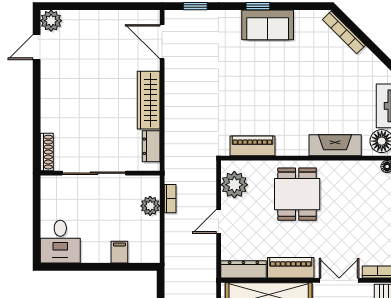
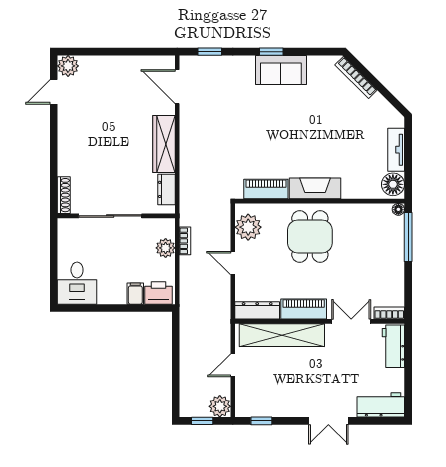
fireplace: (335, 145) -> (315, 188), moved
door: (219, 221) -> (233, 263), hinge flipped
printer: (143, 252) -> (159, 293), added

